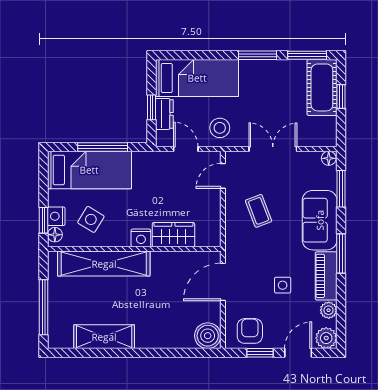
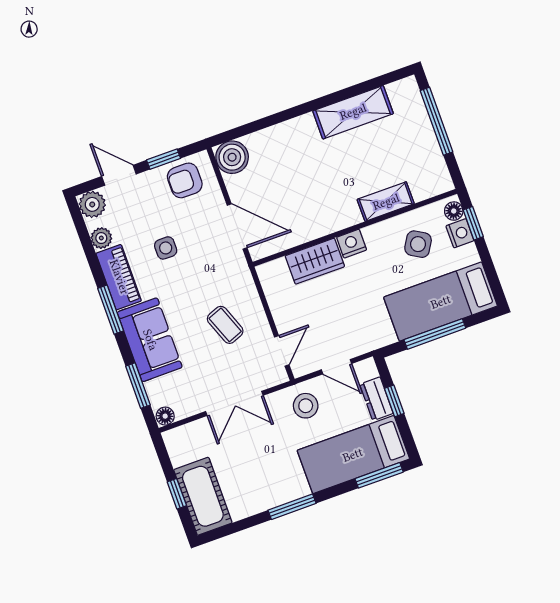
window: (307, 55) -> (379, 475), moved
shelving: (104, 264) -> (386, 202), width x0.45, depth x0.75
door: (223, 282) -> (237, 226), hinge flipped
armchair: (250, 331) -> (185, 180), turned 90
door: (298, 353) -> (119, 175), swing flipped

